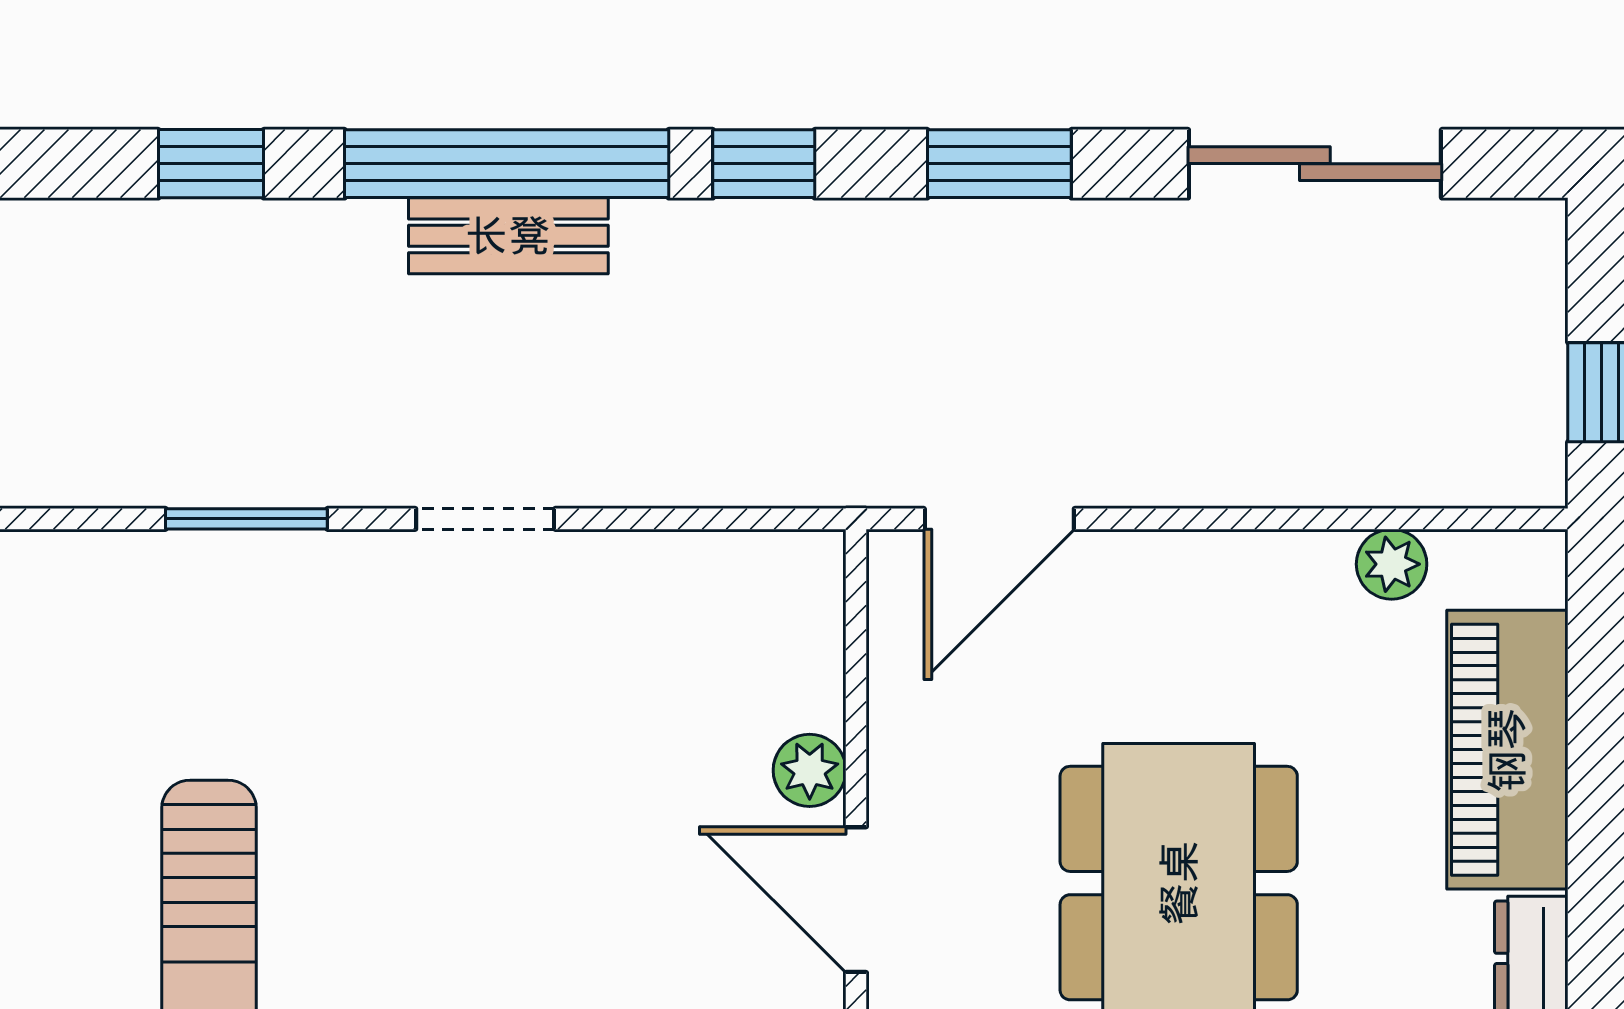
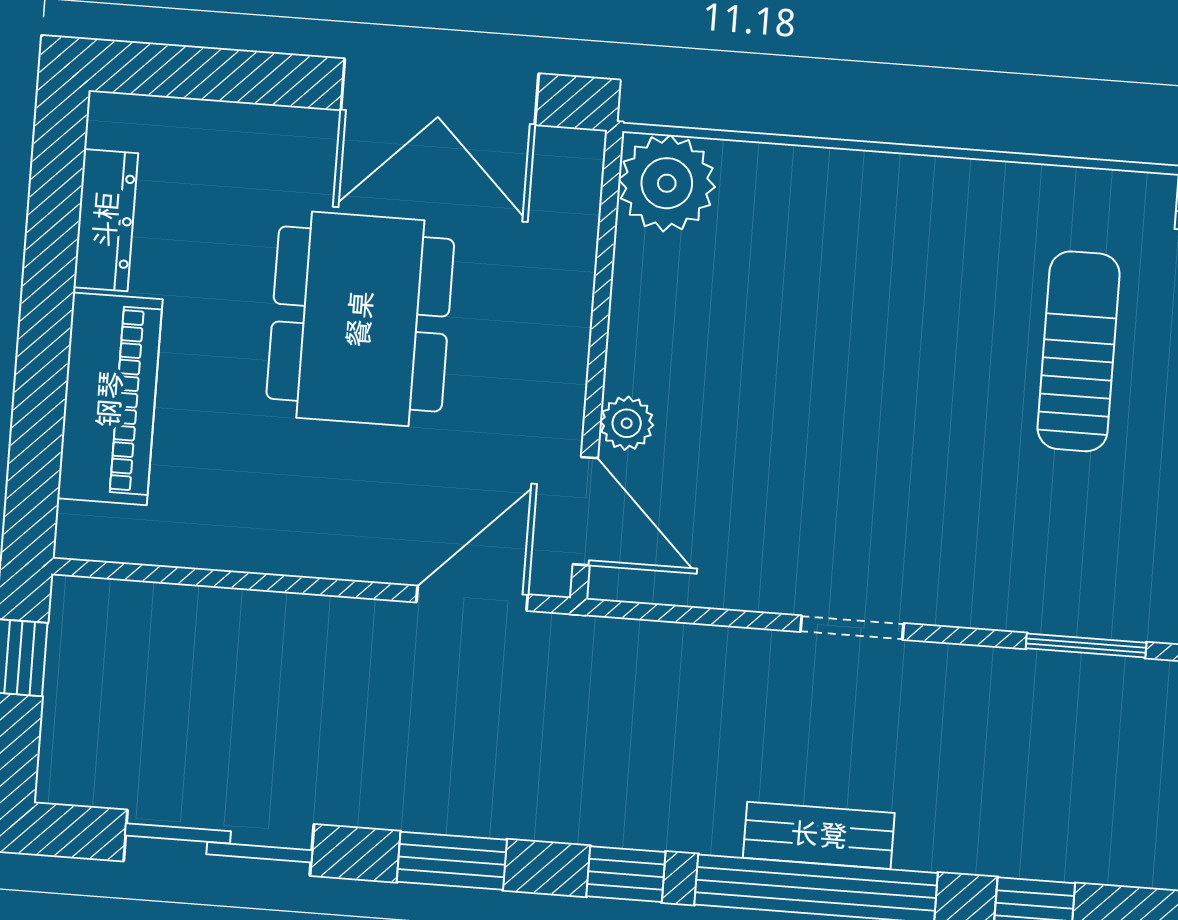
window: (246, 519) -> (1086, 646), moved
plant: (1392, 564) -> (185, 543), removed
door: (856, 900) -> (585, 511), moved

